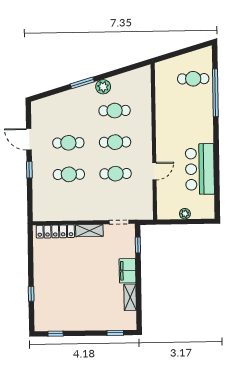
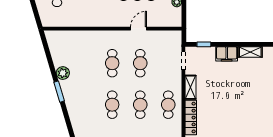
cafe table: (115, 111) -> (168, 105), moved
door: (154, 171) -> (138, 29), hinge flipped

